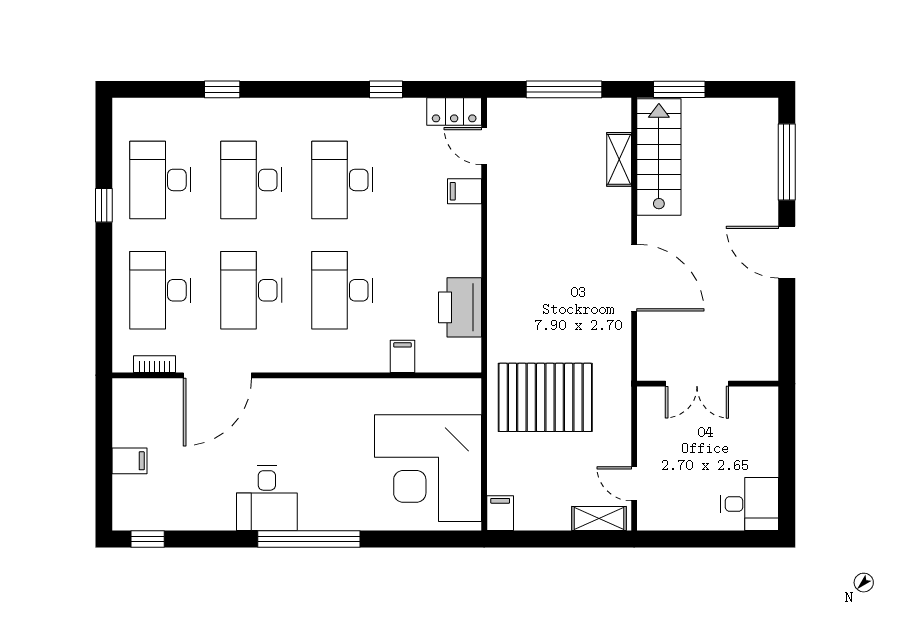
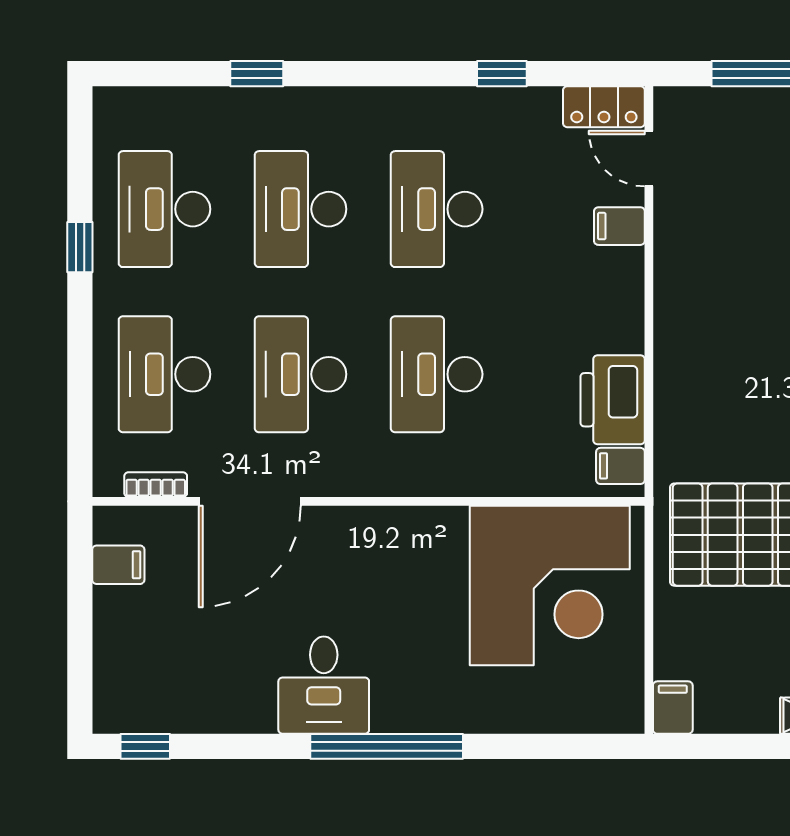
filing cabinet: (402, 356) -> (620, 466), moved, turned -90
filing cabinet: (130, 461) -> (118, 565), moved
corner desk: (428, 468) -> (550, 585), moved, turned -90

